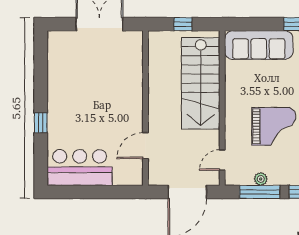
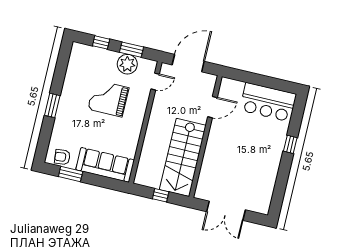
stairs: (201, 83) -> (183, 157), moved, turned 180
plant: (261, 179) -> (127, 64), width x1.88, depth x1.88
window: (260, 192) -> (131, 50), width x0.69

